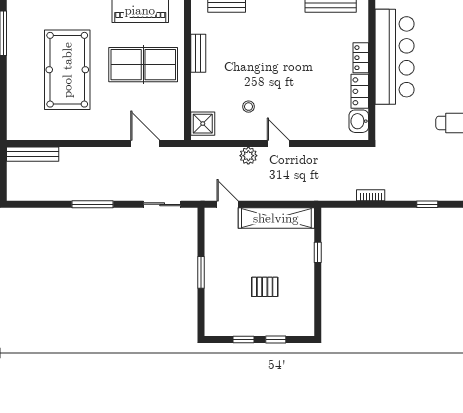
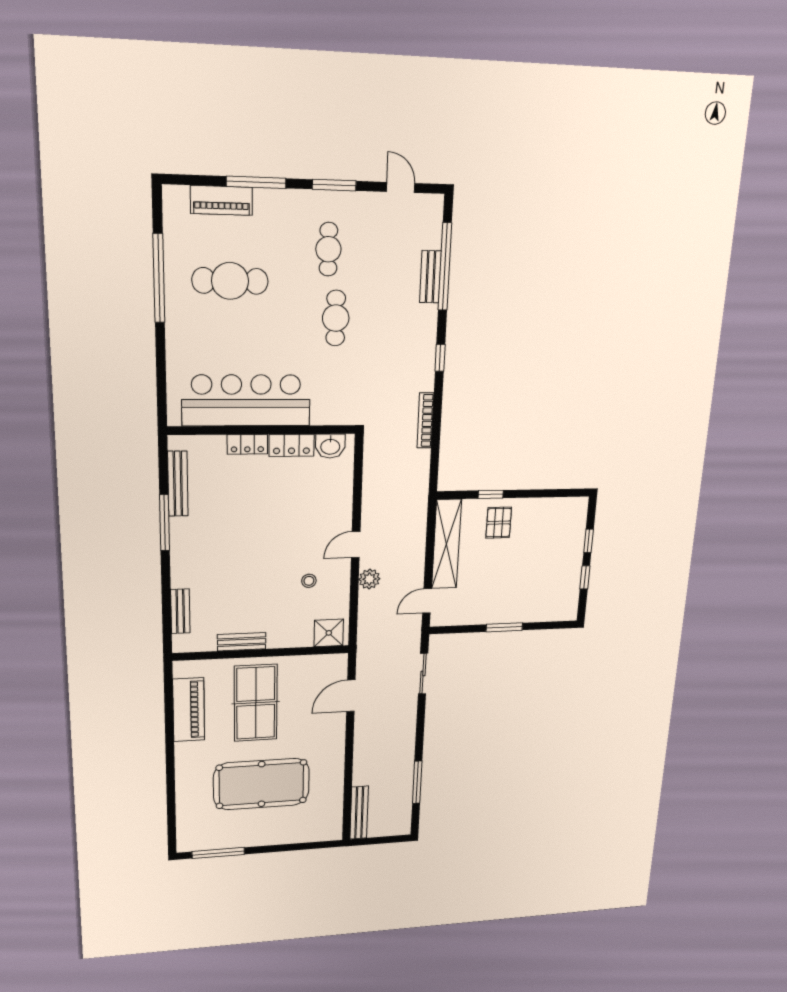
bookcase: (371, 195) -> (425, 421), width x1.56
window: (93, 204) -> (417, 782), moved
pallet: (265, 287) -> (499, 523), moved

